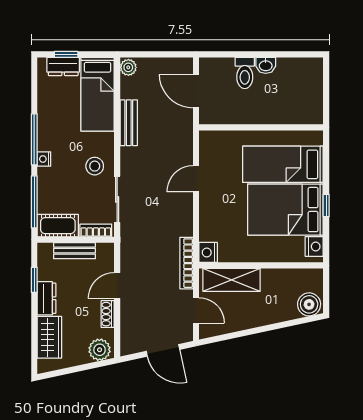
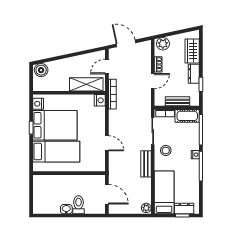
bench: (129, 123) -> (146, 164), moved
door: (196, 179) -> (107, 143), hinge flipped
door: (196, 310) -> (107, 67), hinge flipped

